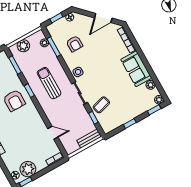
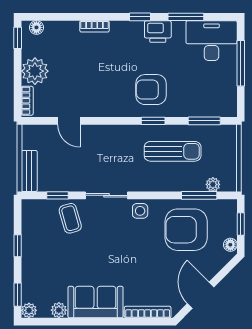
armchair: (75, 44) -> (186, 230), width x1.88, depth x1.88
plant: (23, 46) -> (226, 150), removed
sun lounger: (49, 83) -> (173, 151), moved
door: (53, 133) -> (69, 121), hinge flipped
plant: (28, 169) -> (35, 71), moved

